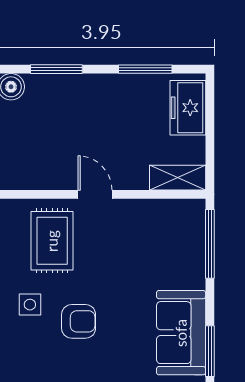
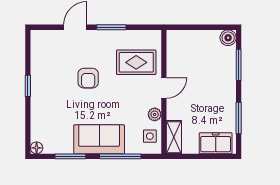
plant: (139, 210) -> (155, 114), added
window: (210, 244) -> (120, 156), moved
side table: (30, 305) -> (150, 136), moved
sofa: (181, 333) -> (99, 139), moved

